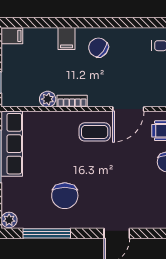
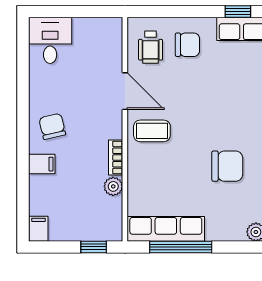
chair: (98, 48) -> (52, 126), turned 131
coffee table: (95, 132) -> (152, 131), turned 90

